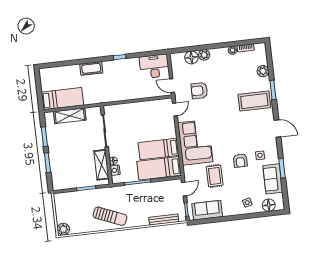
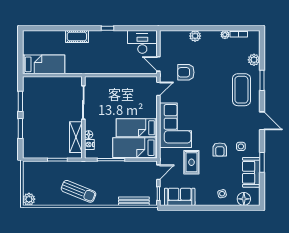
floor lamp: (191, 57) -> (182, 37), removed
coffee table: (254, 101) -> (241, 90), turned 90
shelving: (70, 116) -> (49, 83), removed

